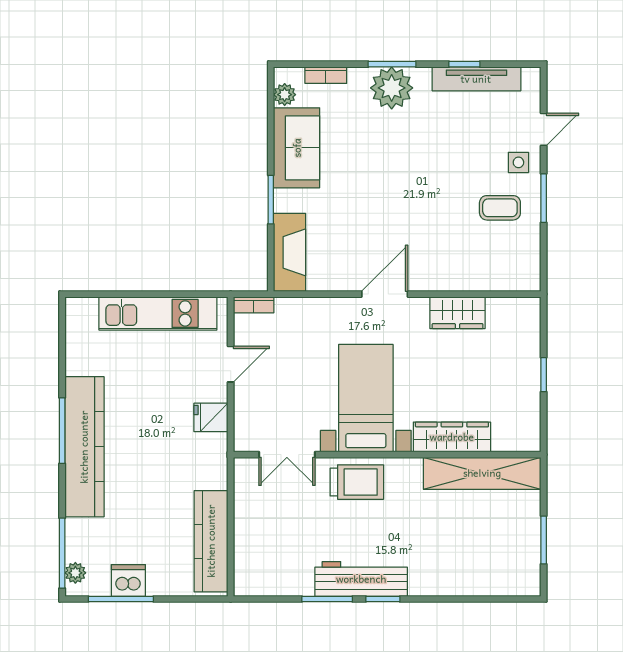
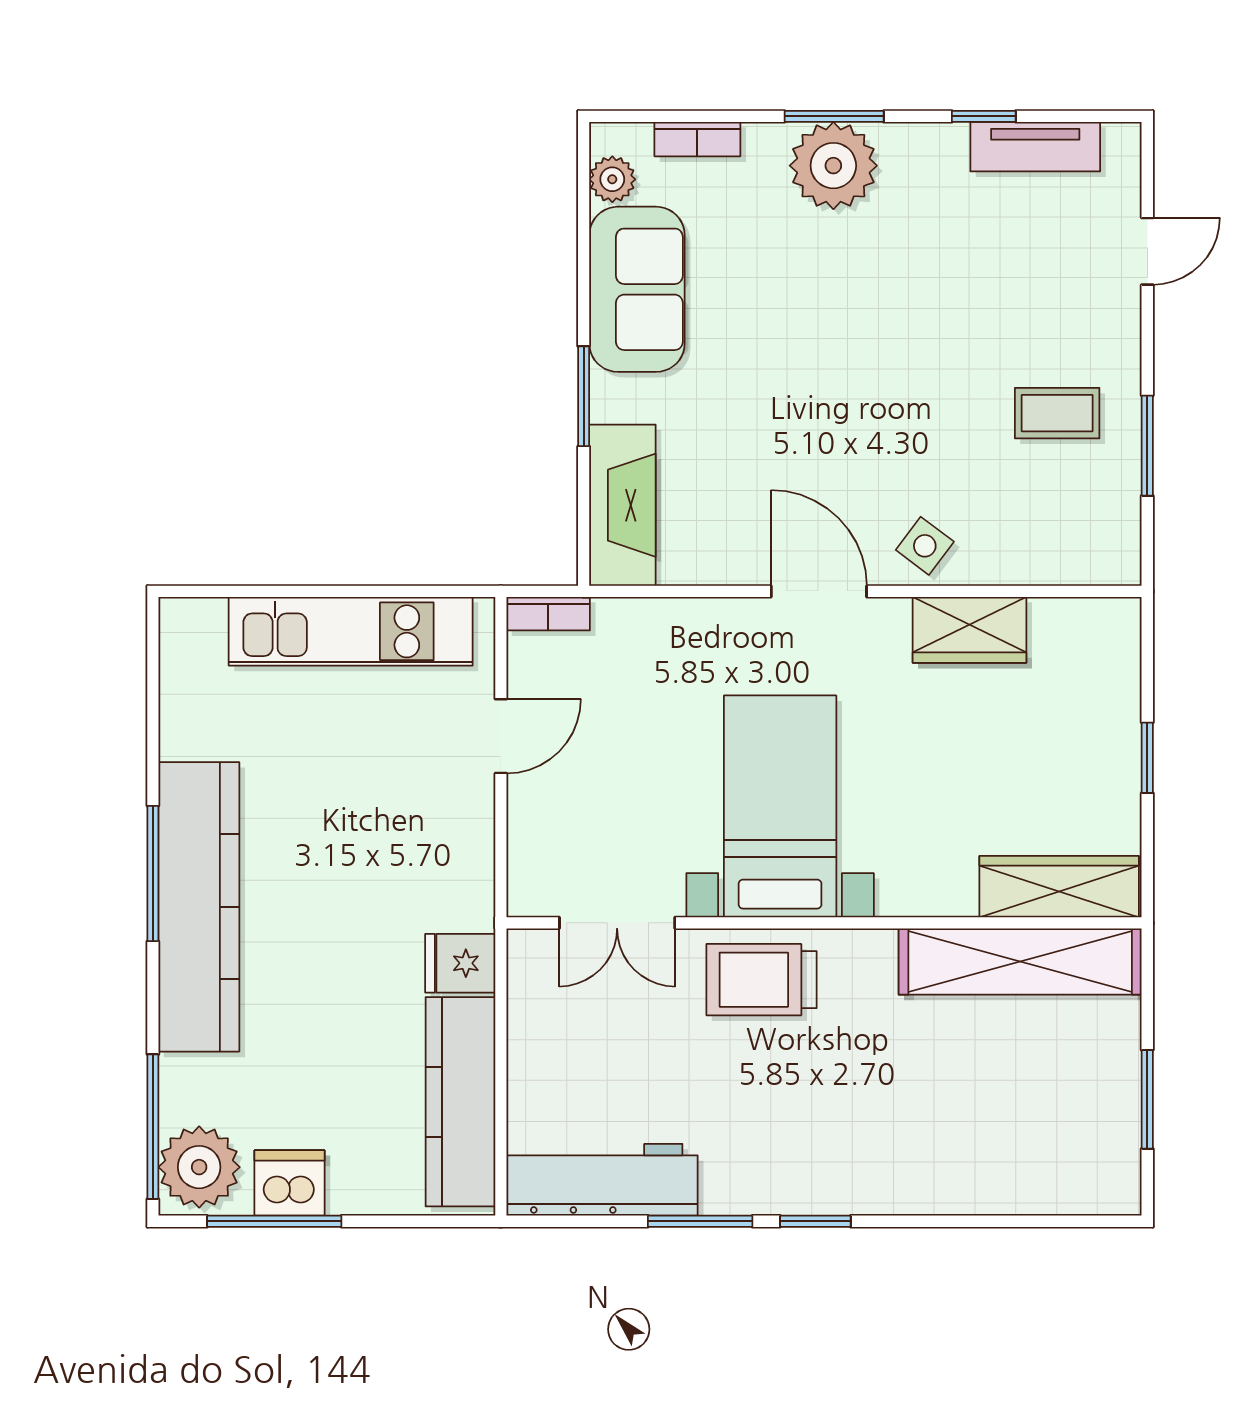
tv unit: (476, 79) -> (1035, 147), width x0.71
side table: (518, 162) -> (925, 546), moved, turned 37
window: (544, 198) -> (1147, 446), moved
door: (385, 294) -> (819, 591), hinge flipped
fridge: (211, 417) -> (460, 963), moved
wardrobe: (452, 437) -> (1059, 887), moved
trolley: (357, 482) -> (762, 980), turned 180
plant: (75, 573) -> (199, 1167), width x1.88, depth x1.88
workbench: (361, 579) -> (602, 1180), moved

